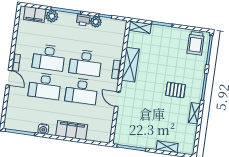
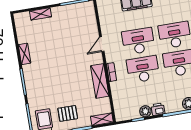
pallet: (176, 90) -> (68, 113), moved
door: (117, 99) -> (102, 44), swing flipped

